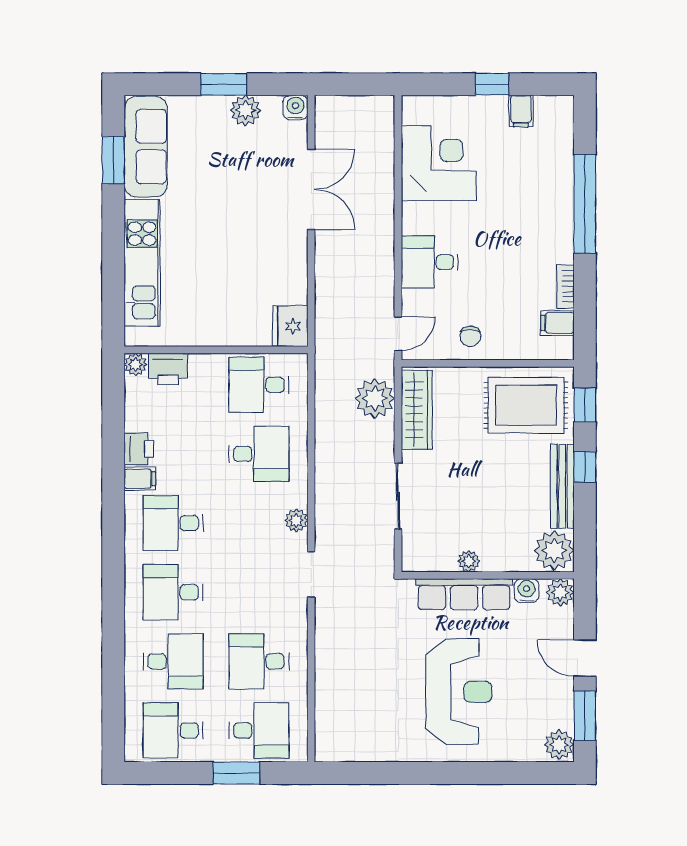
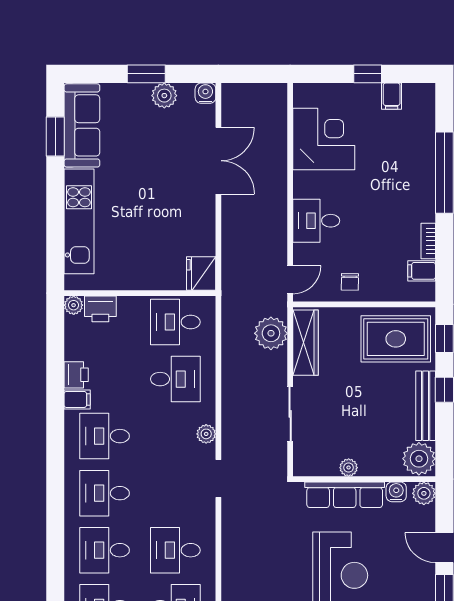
desk: (173, 661) -> (105, 550), turned 180

